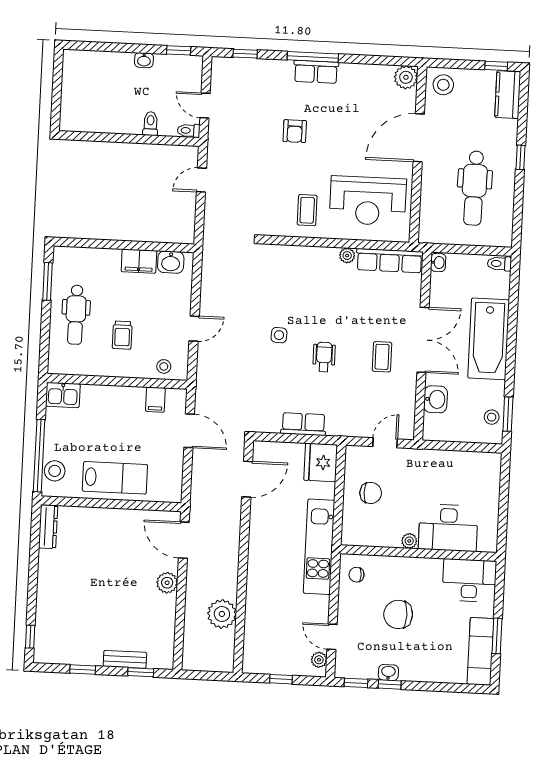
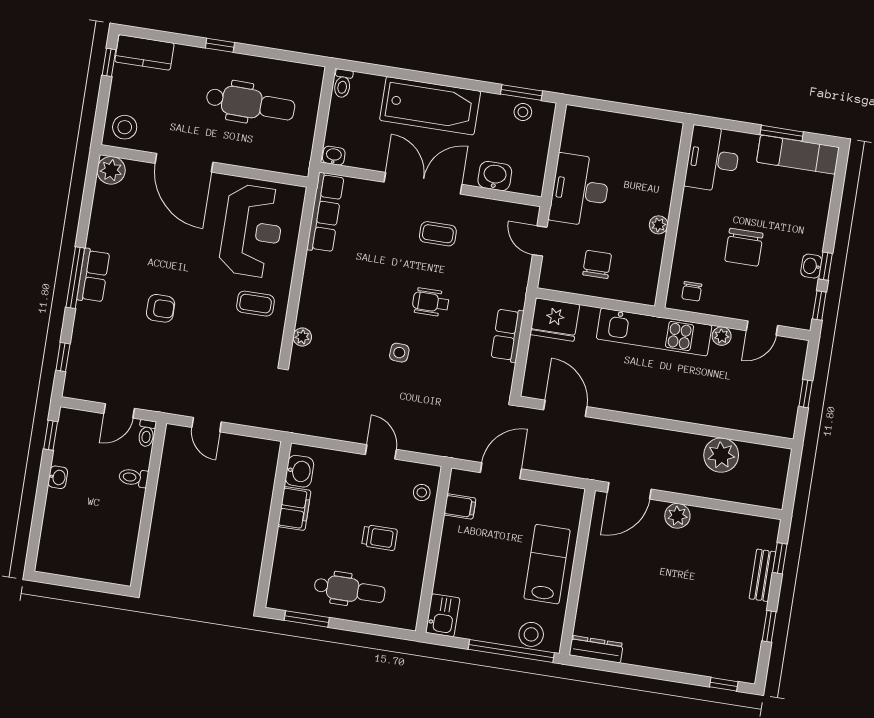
plant: (347, 256) -> (302, 337), moved
desk: (448, 528) -> (580, 190), moved, turned 180
plant: (319, 660) -> (722, 336), moved

